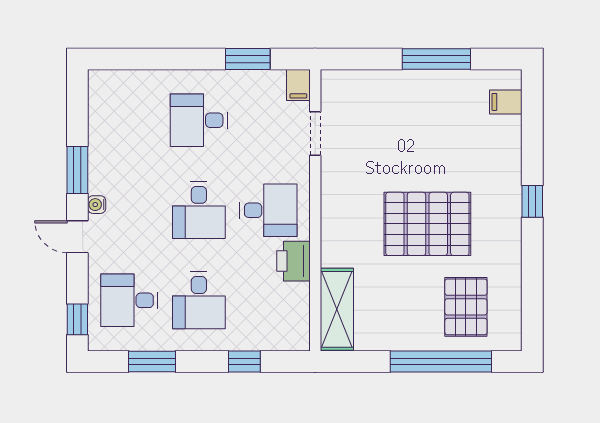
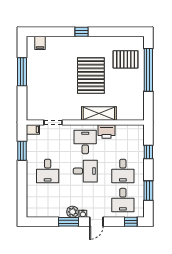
plant: (101, 180) -> (73, 212), added
desk: (199, 300) -> (123, 171), turned 90
shelving: (337, 309) -> (99, 113), moved

